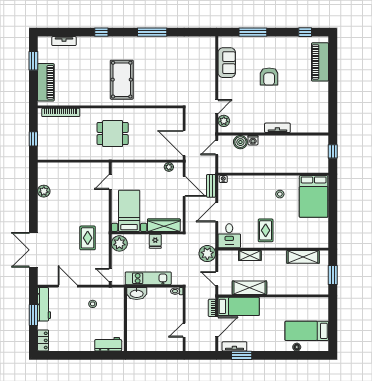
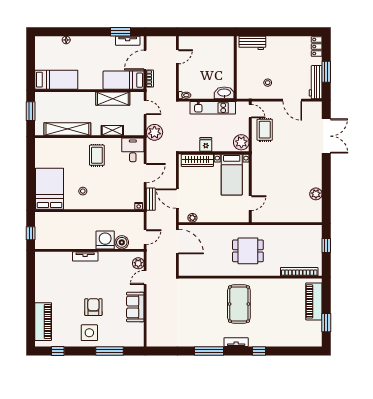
tv unit: (64, 41) -> (236, 342), moved
side table: (273, 51) -> (89, 333), added
sofa: (227, 63) -> (135, 307), moved
washing machine: (253, 140) -> (105, 240), width x1.89, depth x1.89
rug: (88, 238) -> (265, 130), moved
shelving: (303, 257) -> (67, 129), width x1.47
bed: (307, 331) -> (56, 80), moved

